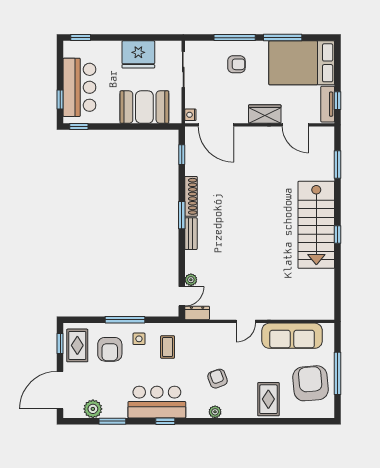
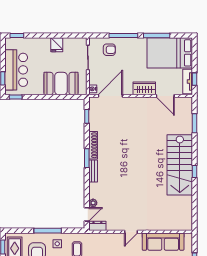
fridge: (138, 54) -> (57, 45), width x0.53, depth x0.75
armchair: (236, 64) -> (109, 50), moved
door: (216, 125) -> (110, 96), swing flipped

